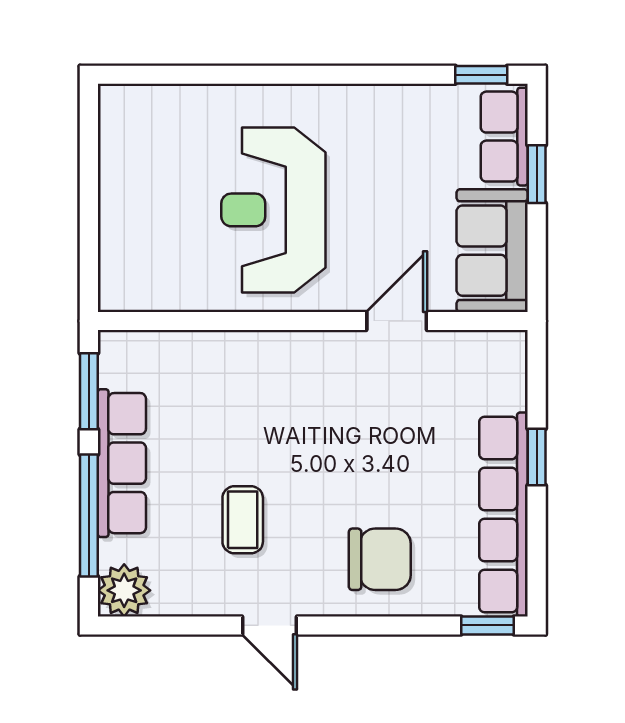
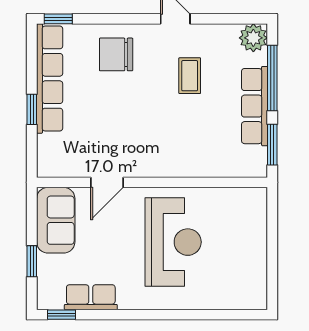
row of seats: (504, 137) -> (91, 297), moved, turned -90

